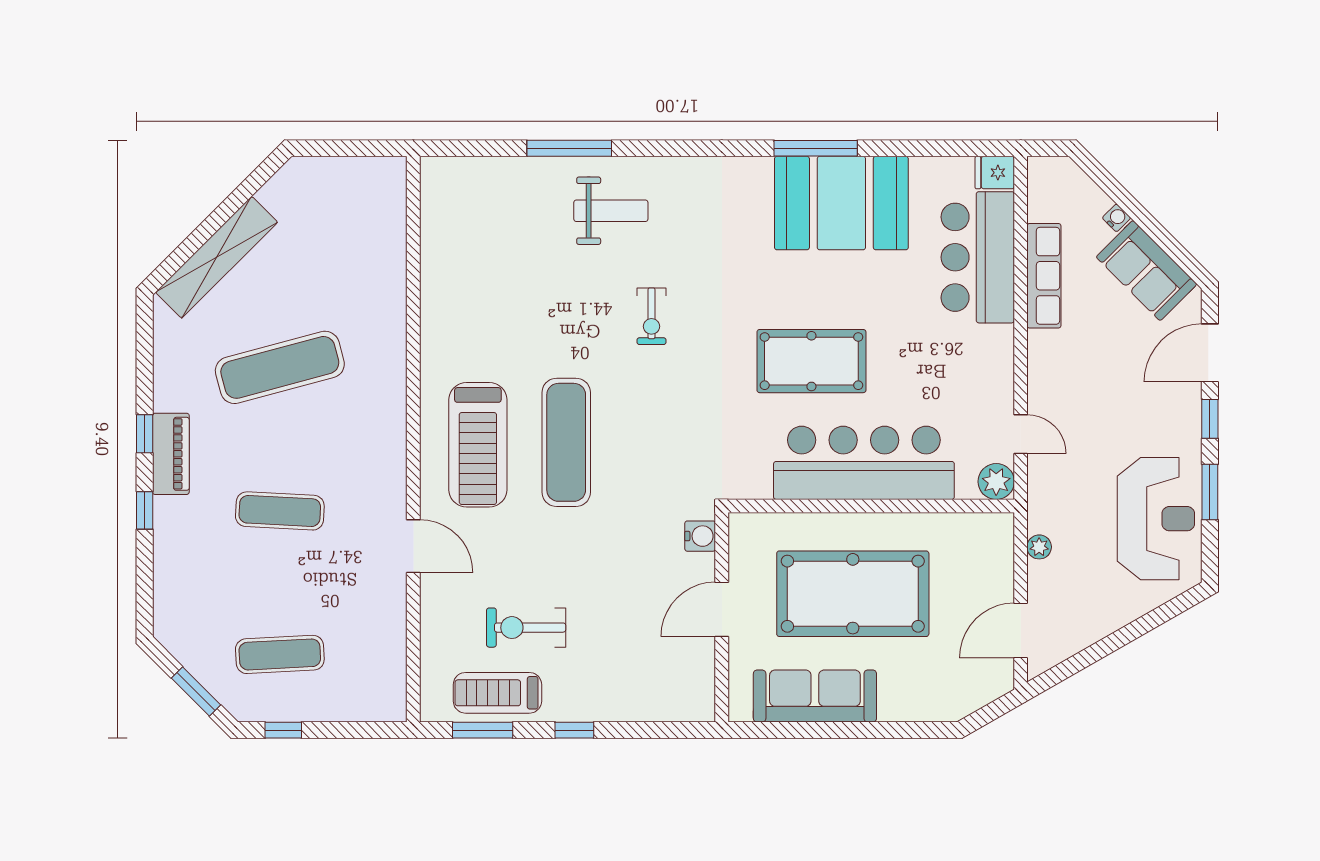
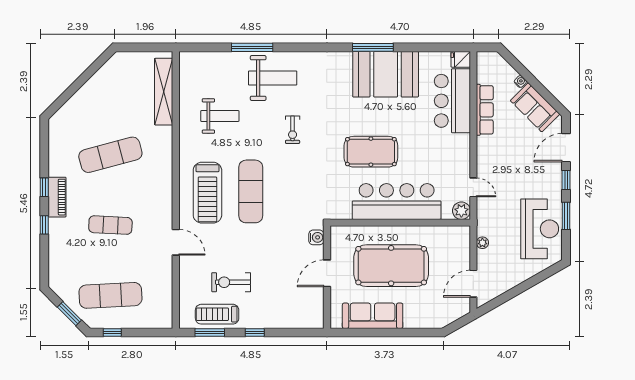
weight bench: (611, 211) -> (273, 78), width x1.36, depth x1.33
shelving: (217, 257) -> (164, 92), moved, turned -45
weight bench: (503, 288) -> (220, 116), added
exercise mat: (280, 654) -> (110, 295), width x1.36, depth x1.45

